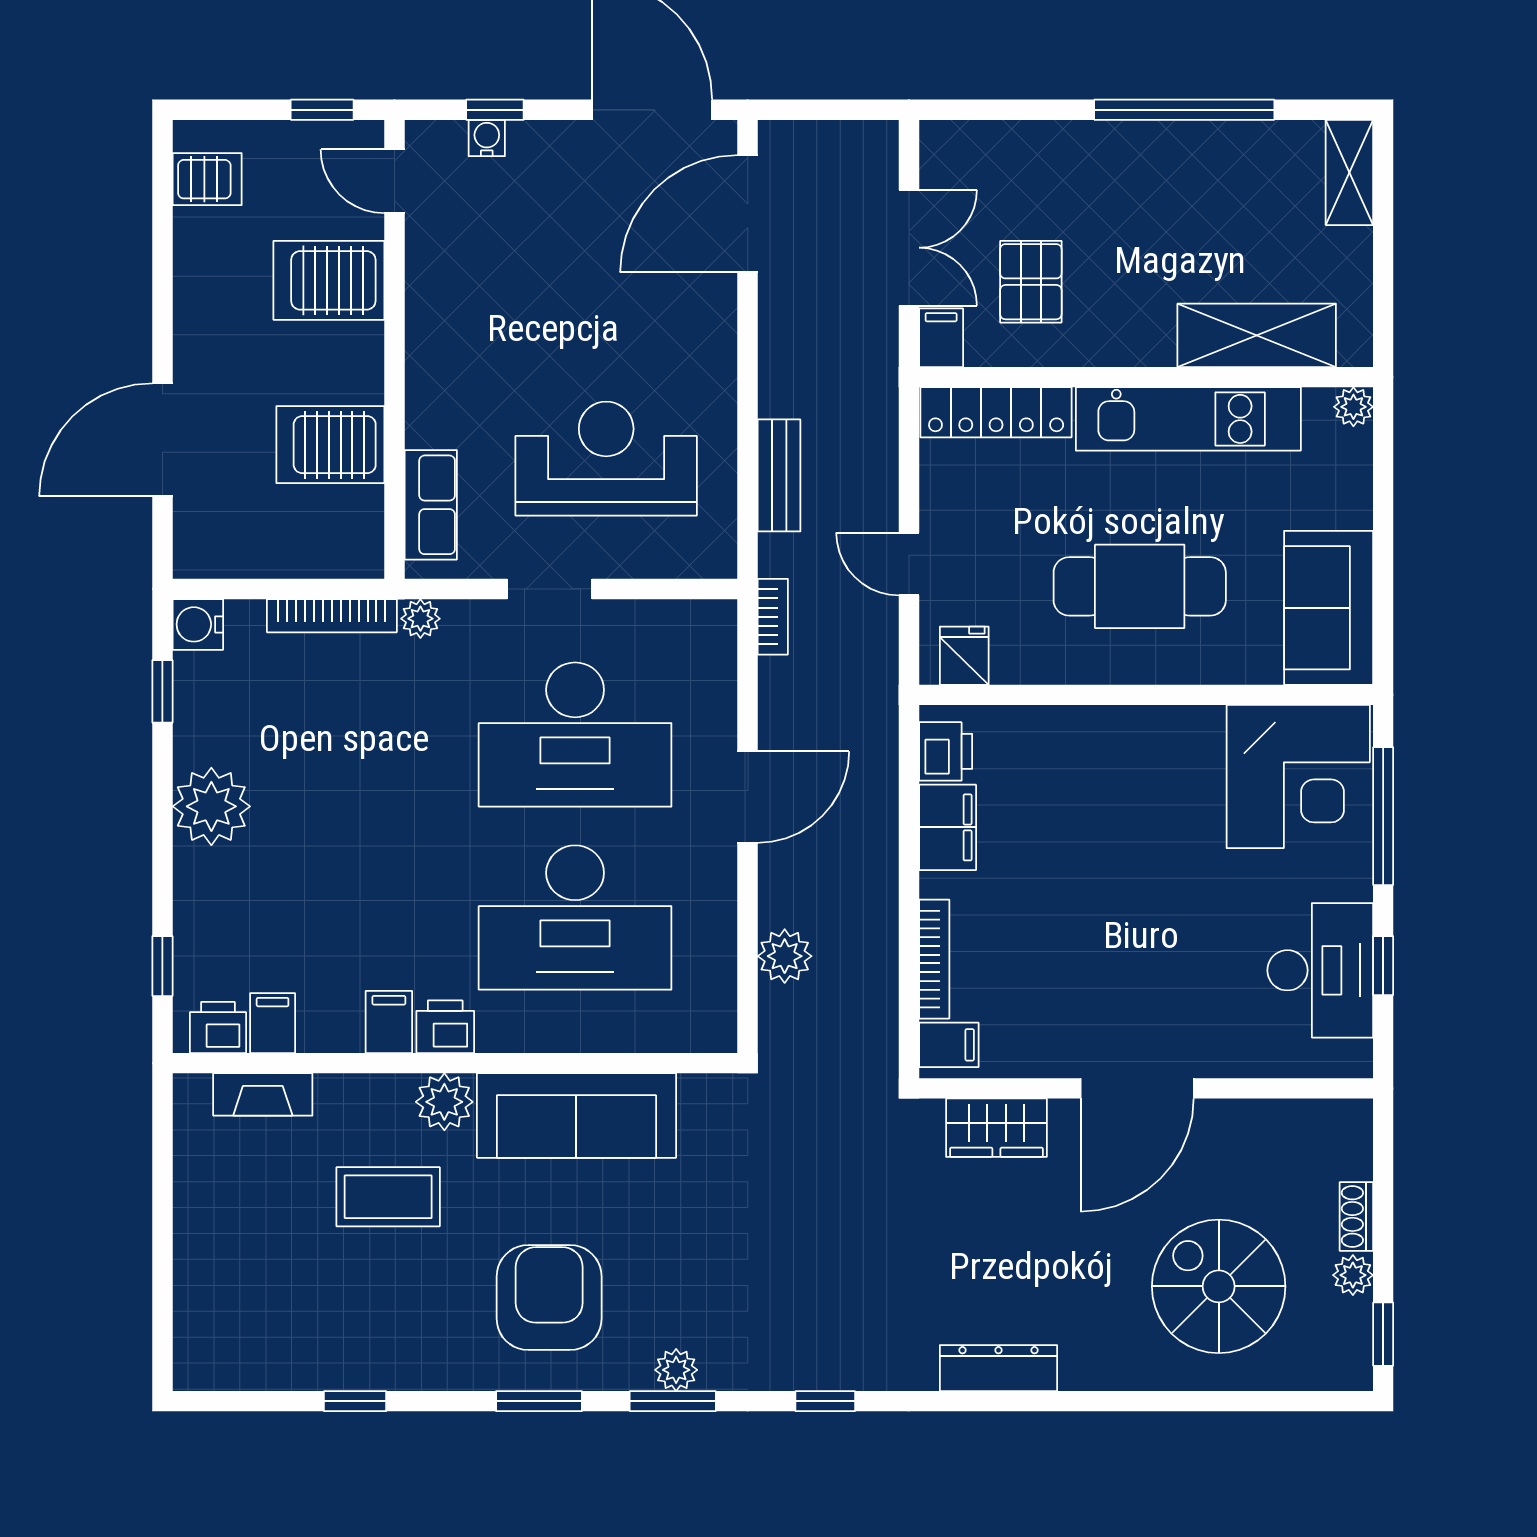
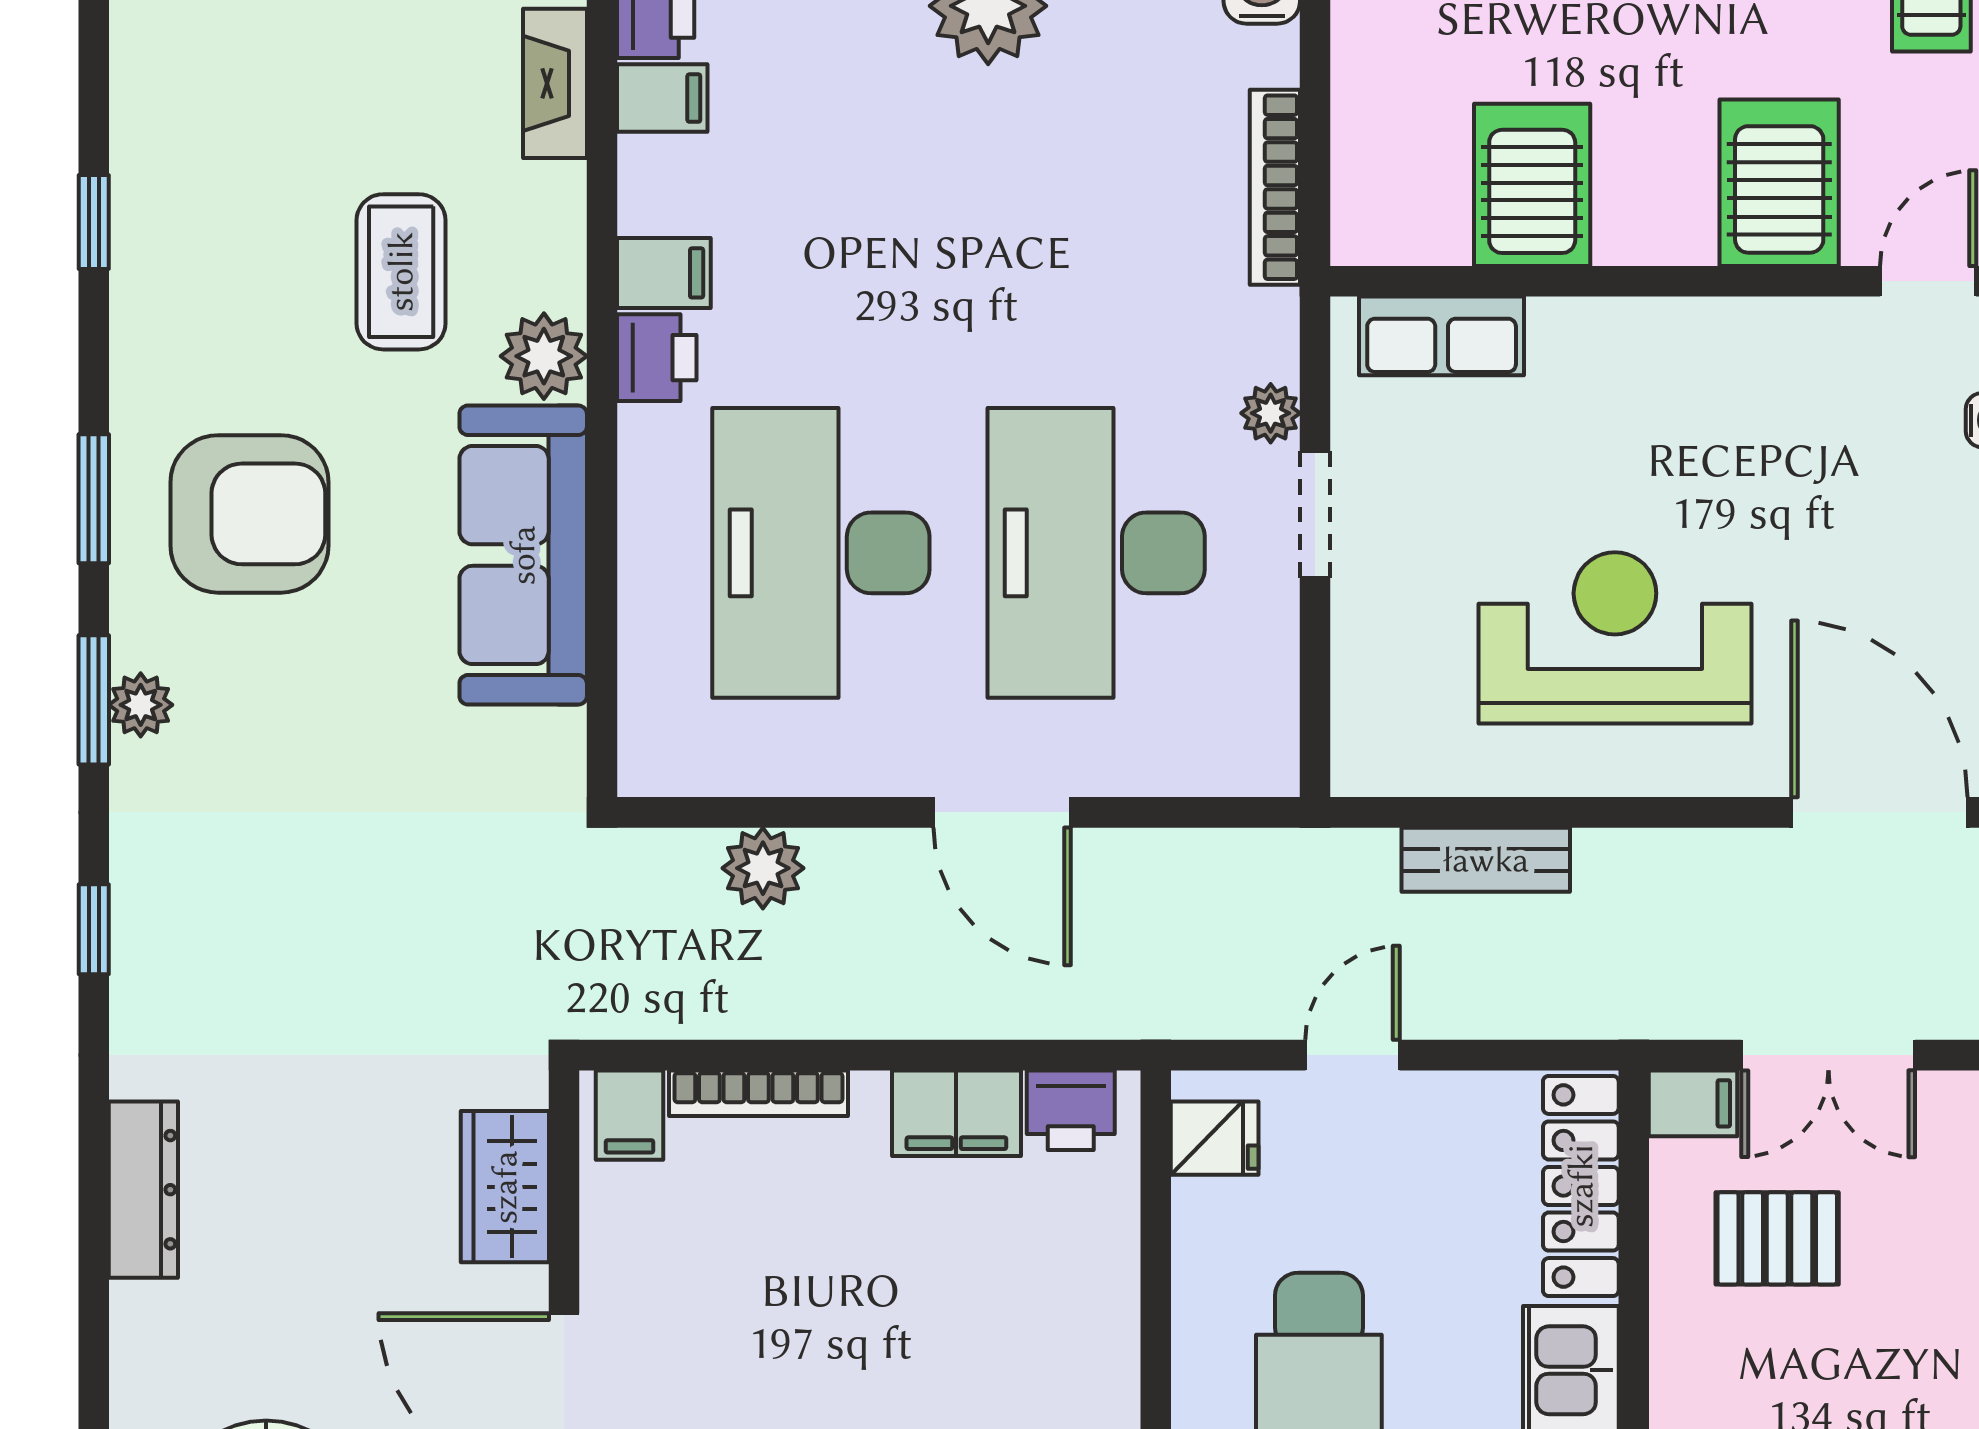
reception desk: (606, 459) -> (1615, 638), moved, turned -90
bookcase: (773, 617) -> (1273, 850), removed
plant: (420, 619) -> (1271, 413), moved

